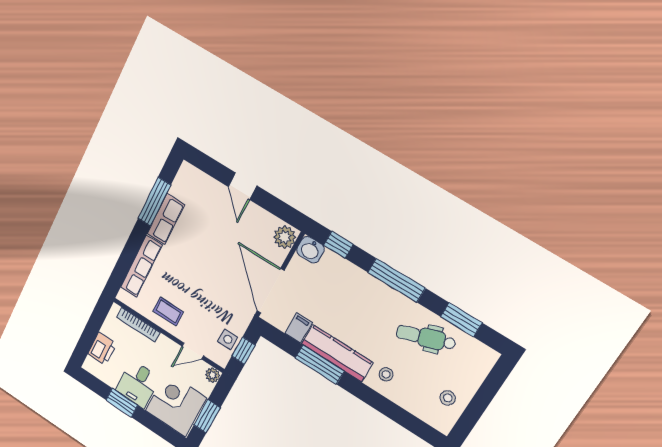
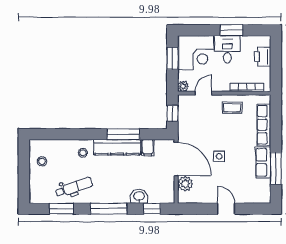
plant: (285, 237) -> (185, 184), moved
washbasin: (310, 250) -> (139, 196), moved
side table: (228, 339) -> (219, 156), moved

